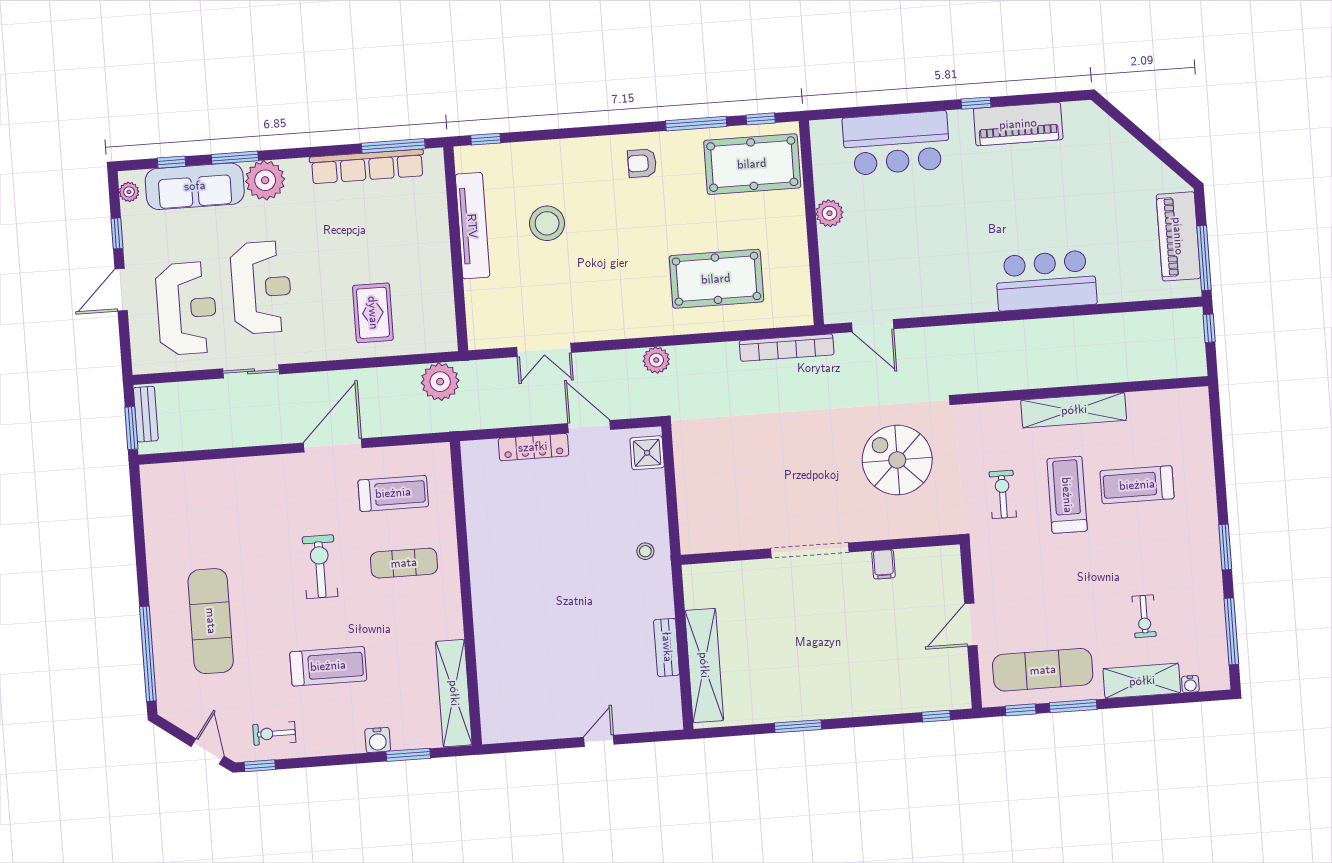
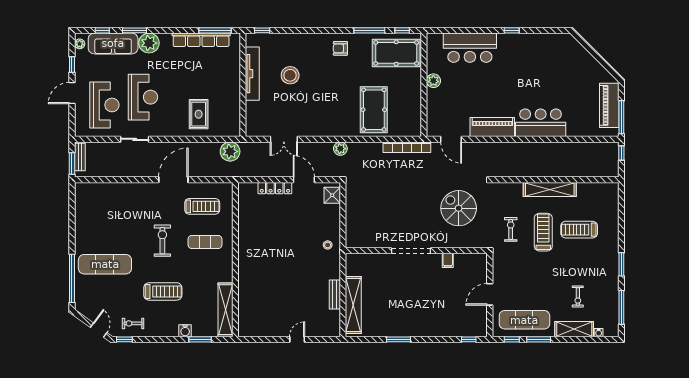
piano: (1018, 124) -> (492, 127), moved, turned 180
pool table: (716, 279) -> (374, 110), turned 90
exercise mat: (211, 621) -> (105, 264), turned 90

